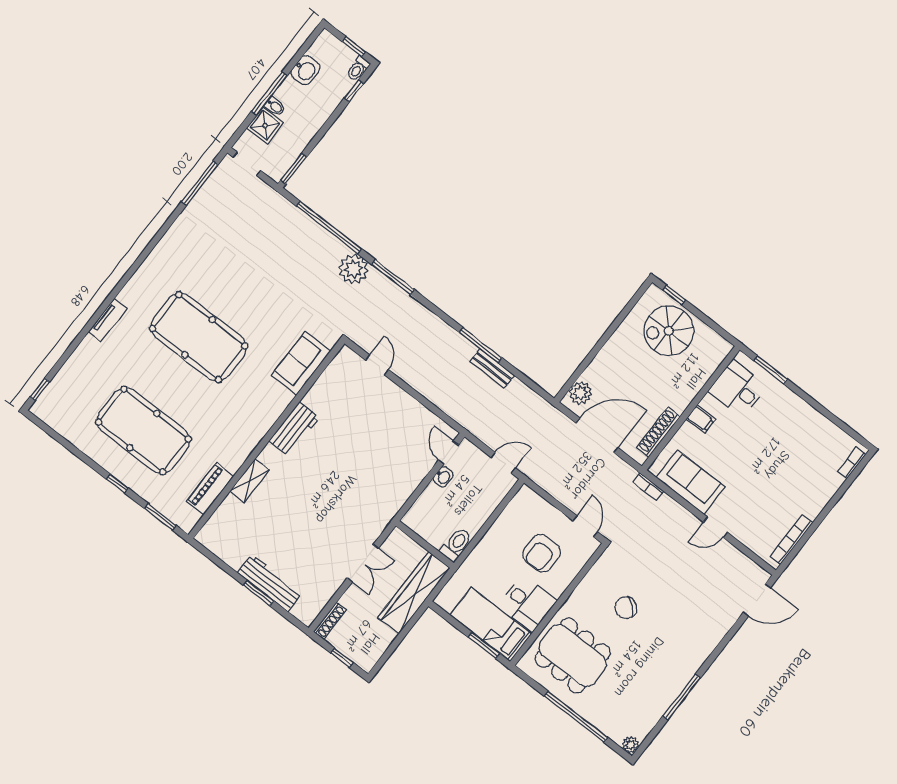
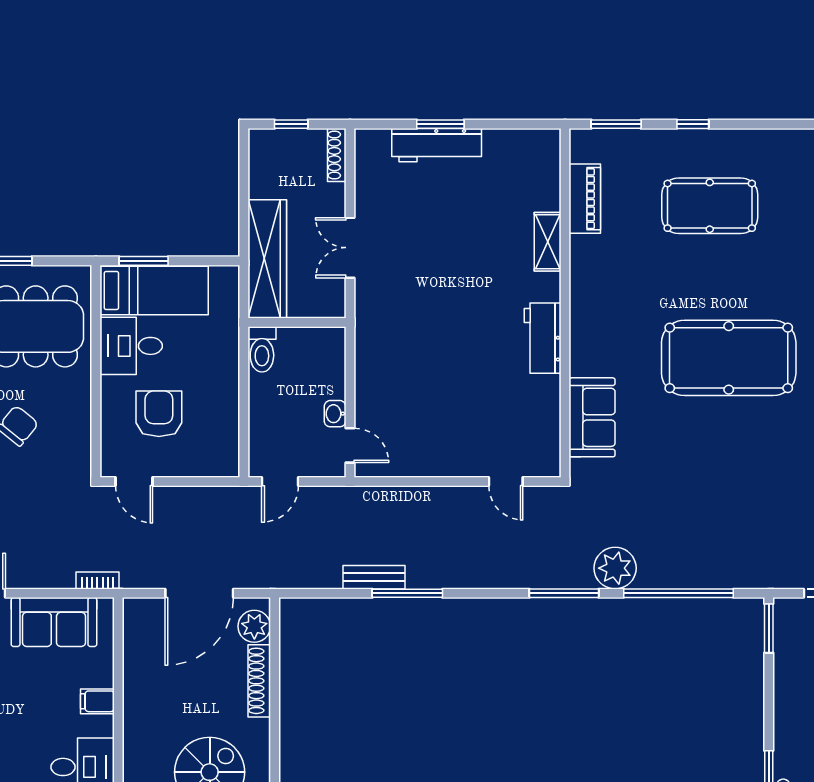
pool table: (143, 431) -> (710, 206), width x0.73, depth x0.76
shoe rack: (658, 432) -> (259, 681), moved, turned 180

